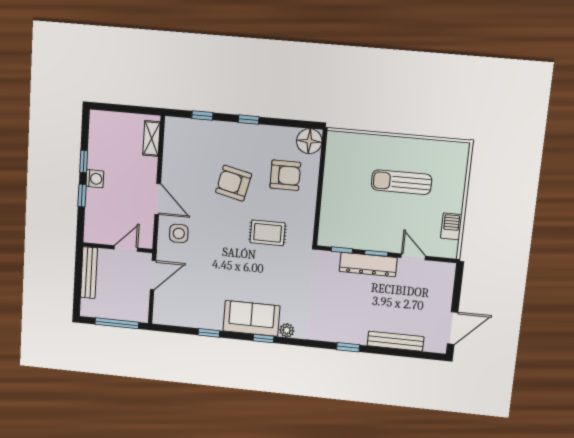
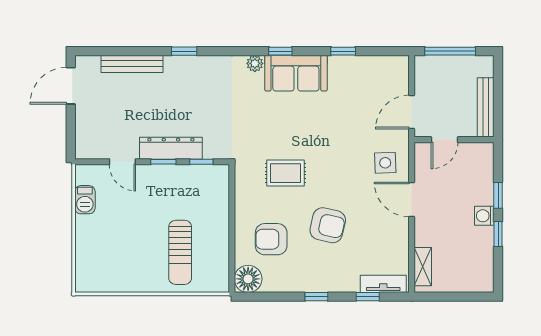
tv unit: (188, 126) -> (383, 284), added
sun lounger: (402, 182) -> (180, 252), moved, turned 90

